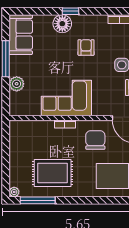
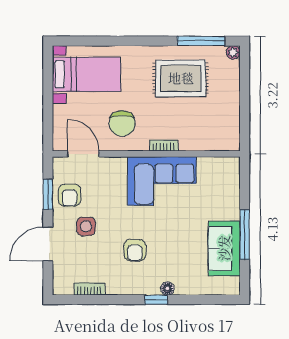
floor lamp: (62, 24) -> (167, 288), width x0.53, depth x0.53
sofa: (21, 35) -> (224, 248), moved
plant: (17, 84) -> (230, 200), removed

